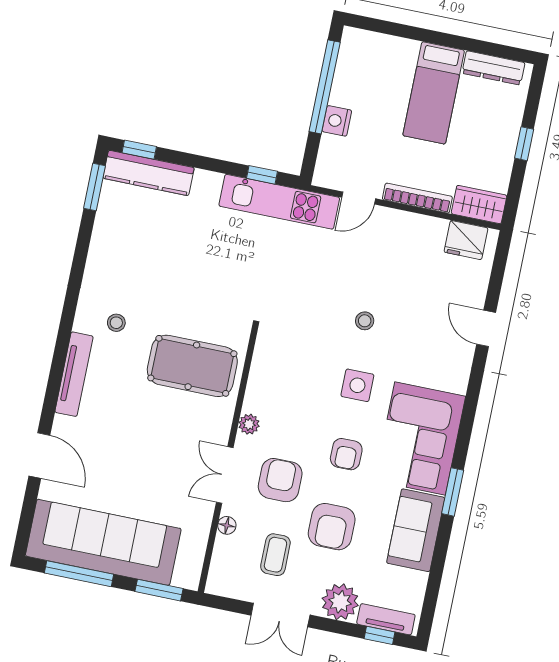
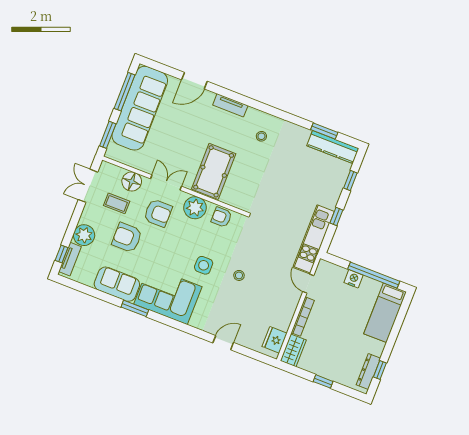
window: (487, 48) -> (380, 370), added
bed: (434, 93) -> (385, 313), moved, turned -90
window: (139, 150) -> (350, 181), moved
kitchen counter: (148, 173) -> (333, 147), moved, turned -90
window: (262, 175) -> (336, 216), moved
window: (94, 187) -> (324, 131), moved
pool table: (192, 366) -> (214, 171), moved
tv unit: (74, 374) -> (230, 105), width x0.71
plant: (249, 424) -> (195, 208), width x1.88, depth x1.88
armchair: (346, 454) -> (221, 217), moved
floor lamp: (227, 525) -> (132, 182), width x1.89, depth x1.89
double door: (280, 615) -> (88, 186), moved

